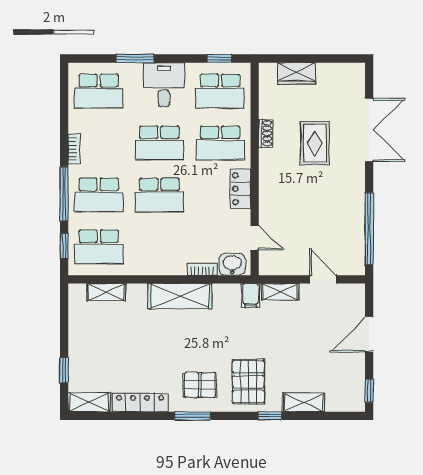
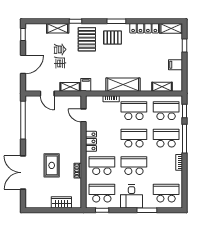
school desk: (159, 247) -> (134, 111), added
washbasin: (232, 264) -> (95, 101), removed
filing cabinet: (81, 333) -> (175, 65), added

